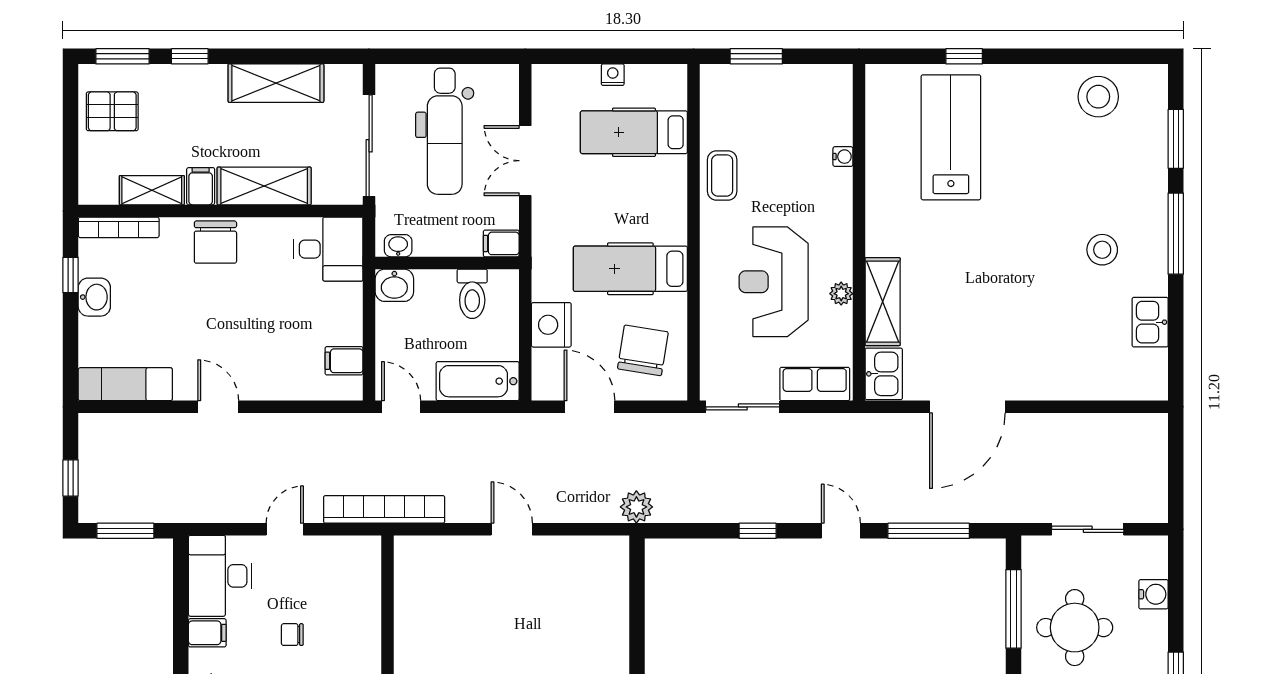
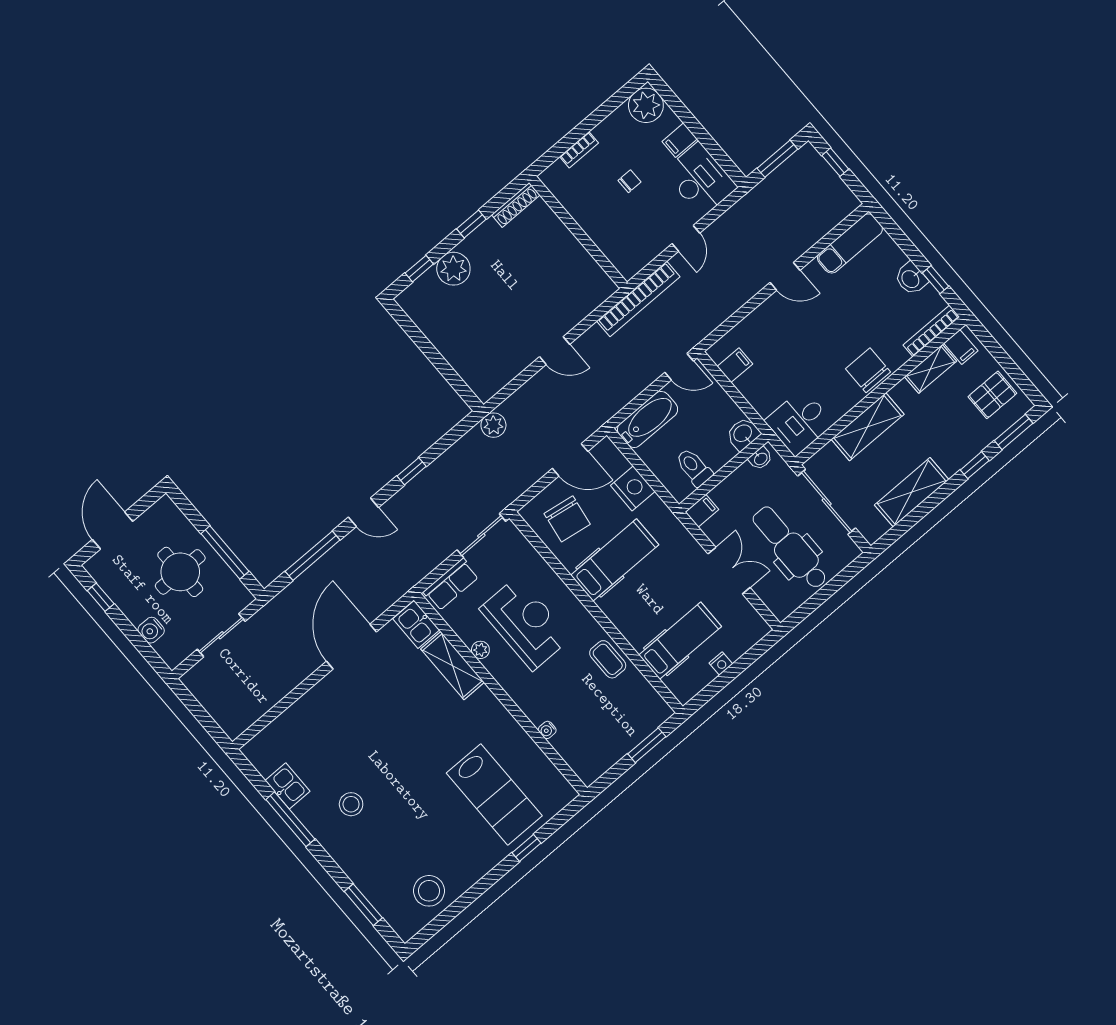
filing cabinet: (201, 186) -> (961, 347), moved
window: (1176, 234) -> (290, 819), moved

